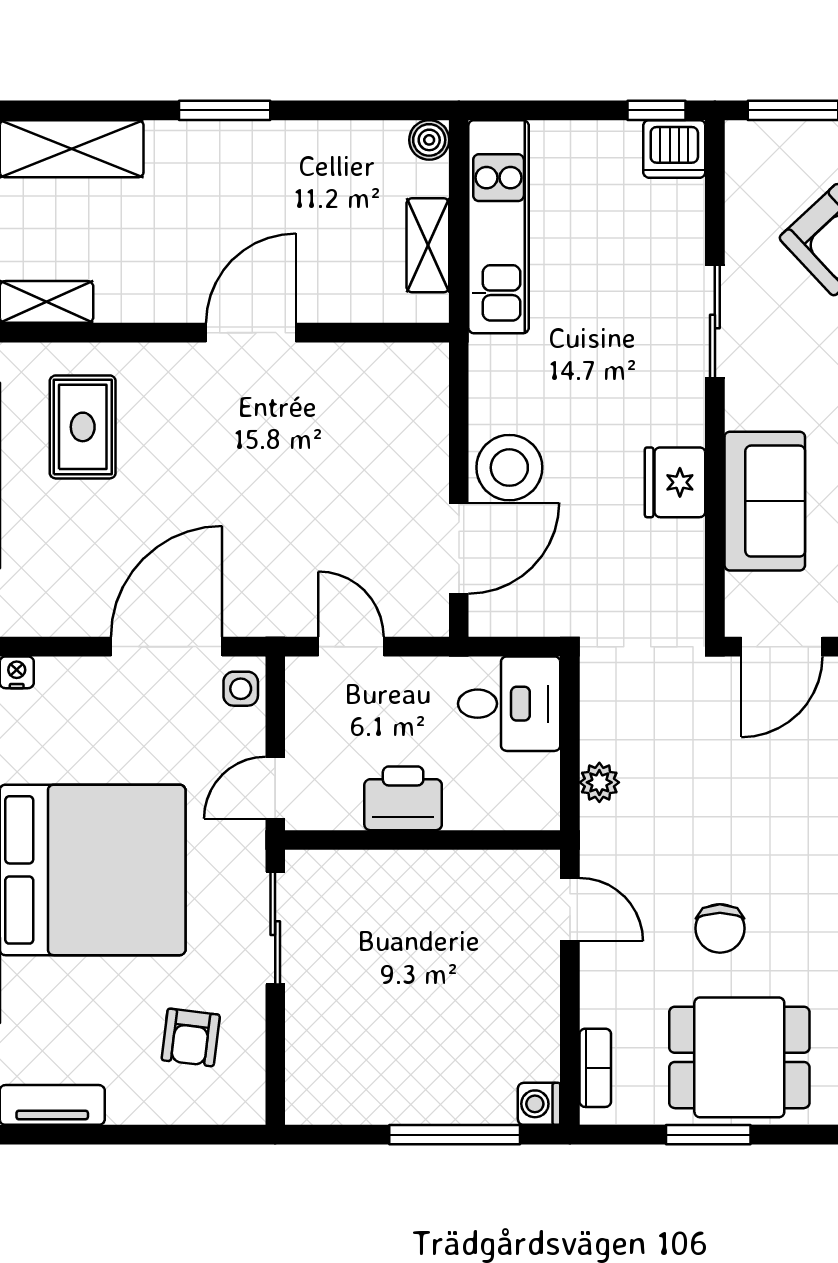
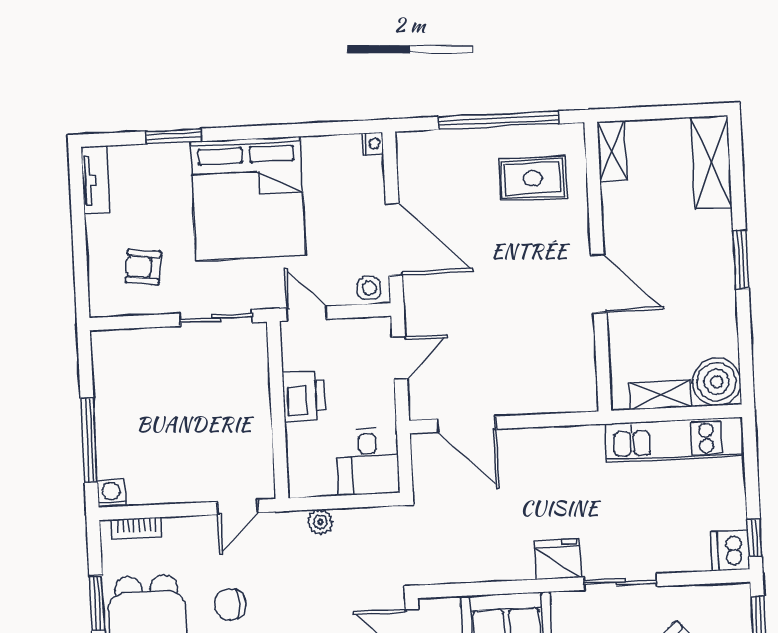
boiler: (429, 140) -> (717, 382), width x1.86, depth x1.86
stool: (509, 468) -> (520, 454), removed
fridge: (675, 482) -> (558, 559), moved

